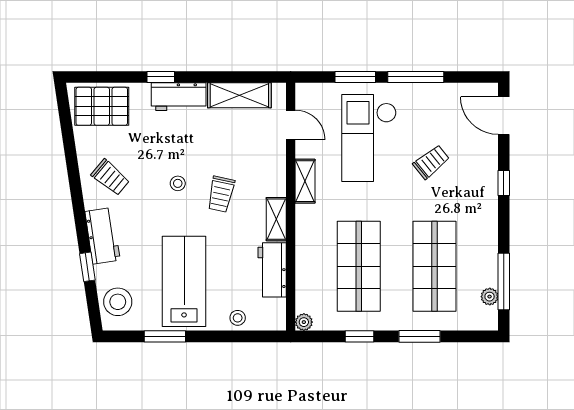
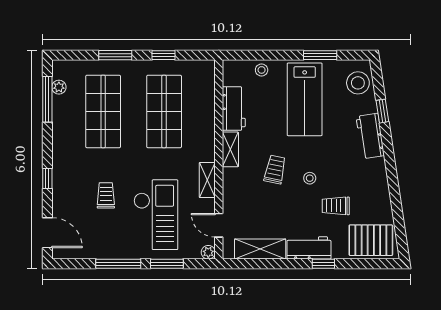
trolley: (431, 162) -> (106, 195), turned 129
trolley: (110, 177) -> (336, 206), moved, turned -40
plant: (304, 322) -> (208, 252), moved

